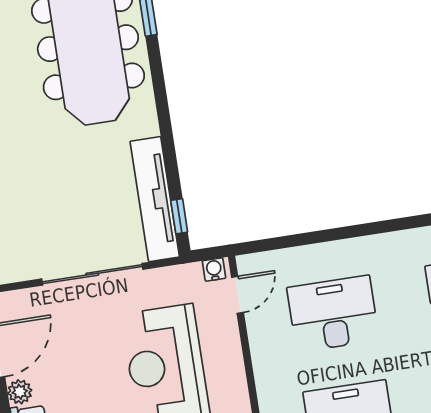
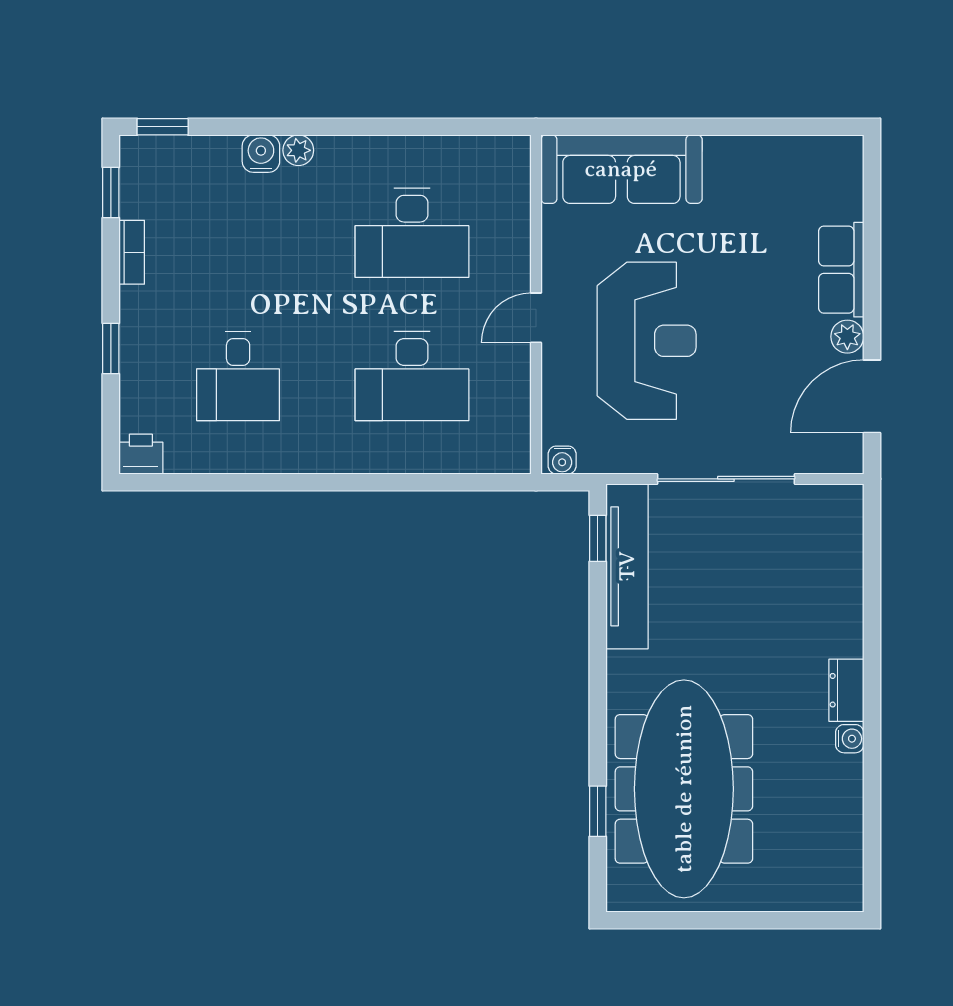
door: (237, 295) -> (536, 318), moved

